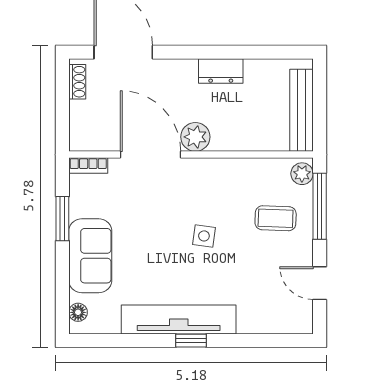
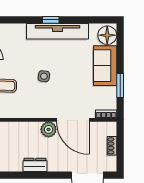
shoe rack: (77, 82) -> (112, 146), moved
floor lamp: (78, 312) -> (107, 35), width x1.89, depth x1.89

